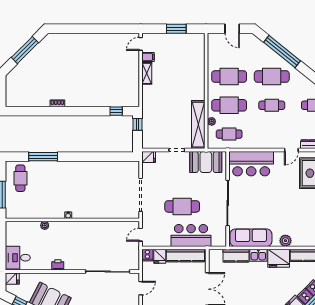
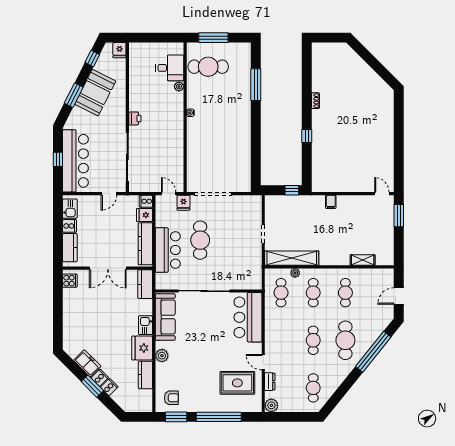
window: (176, 29) -> (399, 216), moved
window: (25, 50) -> (375, 64), removed
filing cabinet: (148, 57) -> (331, 202), moved
shelving: (147, 73) -> (363, 260), moved
cafe table: (229, 76) -> (345, 293), width x0.73, depth x0.74
cafe table: (229, 105) -> (313, 293), width x0.73, depth x0.74
window: (116, 111) -> (307, 136), moved
fridge: (149, 157) -> (183, 203), moved
booth: (206, 162) -> (250, 267), removed
cafe table: (20, 178) -> (208, 67), moved, width x1.37, depth x1.35
kitchen counter: (236, 256) -> (145, 284), moved
desk: (18, 258) -> (170, 68), moved, turned 90
printer: (58, 265) -> (135, 118), moved
door: (141, 288) -> (109, 194), hinge flipped

